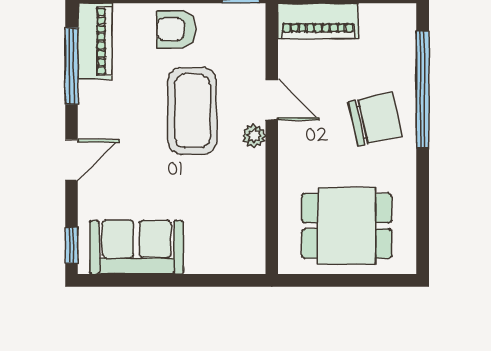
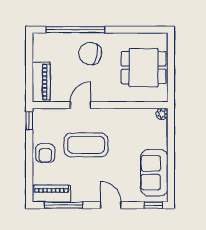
chair: (375, 119) -> (90, 54), turned -65
plant: (254, 136) -> (162, 114), moved
dining table: (347, 226) -> (144, 68), turned 90

